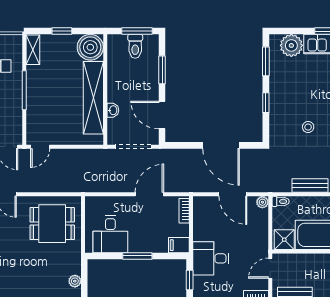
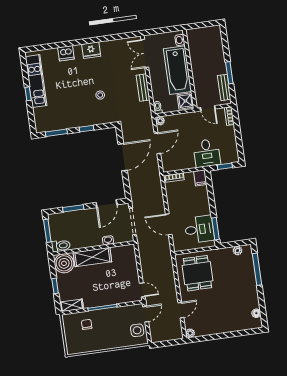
plant: (291, 45) -> (42, 116), removed
toilet: (135, 46) -> (61, 246), moved
shelving: (93, 98) -> (92, 257), width x0.68
door: (149, 194) -> (169, 224), moved
window: (137, 256) -> (216, 229), moved

